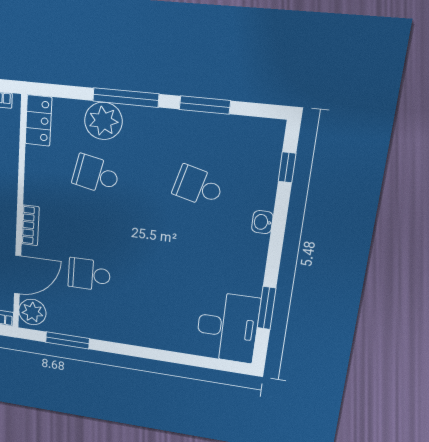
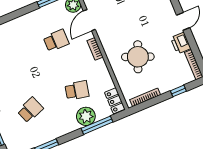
window: (126, 97) -> (97, 125), moved
school desk: (198, 186) -> (30, 110), turned -36

